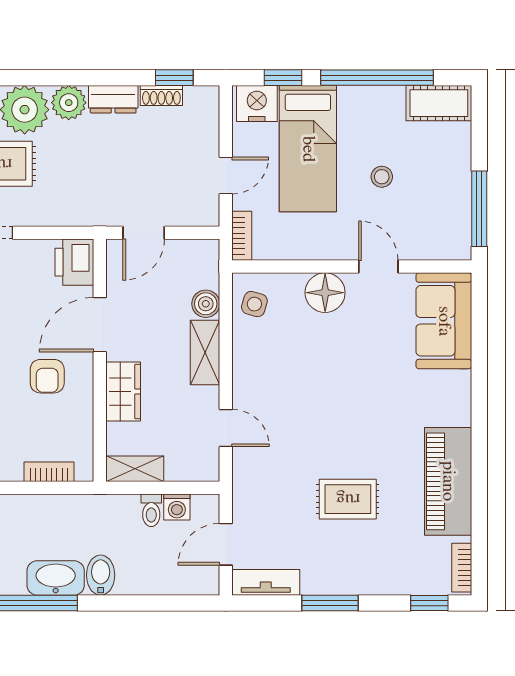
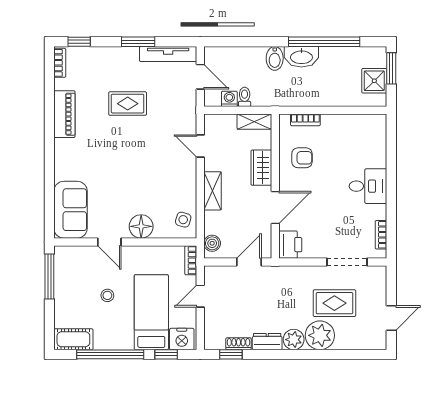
boiler: (206, 304) -> (212, 243), moved
armchair: (47, 376) -> (302, 158), moved, turned 90
piano: (448, 481) -> (64, 114), width x0.73, depth x0.75
door: (226, 544) -> (200, 77), hinge flipped
tv unit: (266, 582) -> (168, 54), width x1.41

